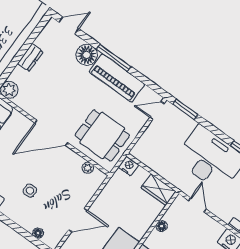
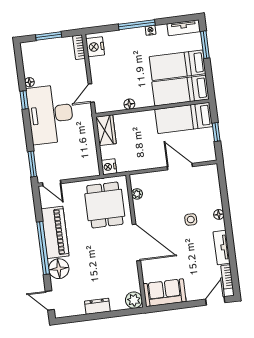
window: (114, 58) -> (43, 248), width x1.46
floor lamp: (38, 233) -> (219, 214), moved

